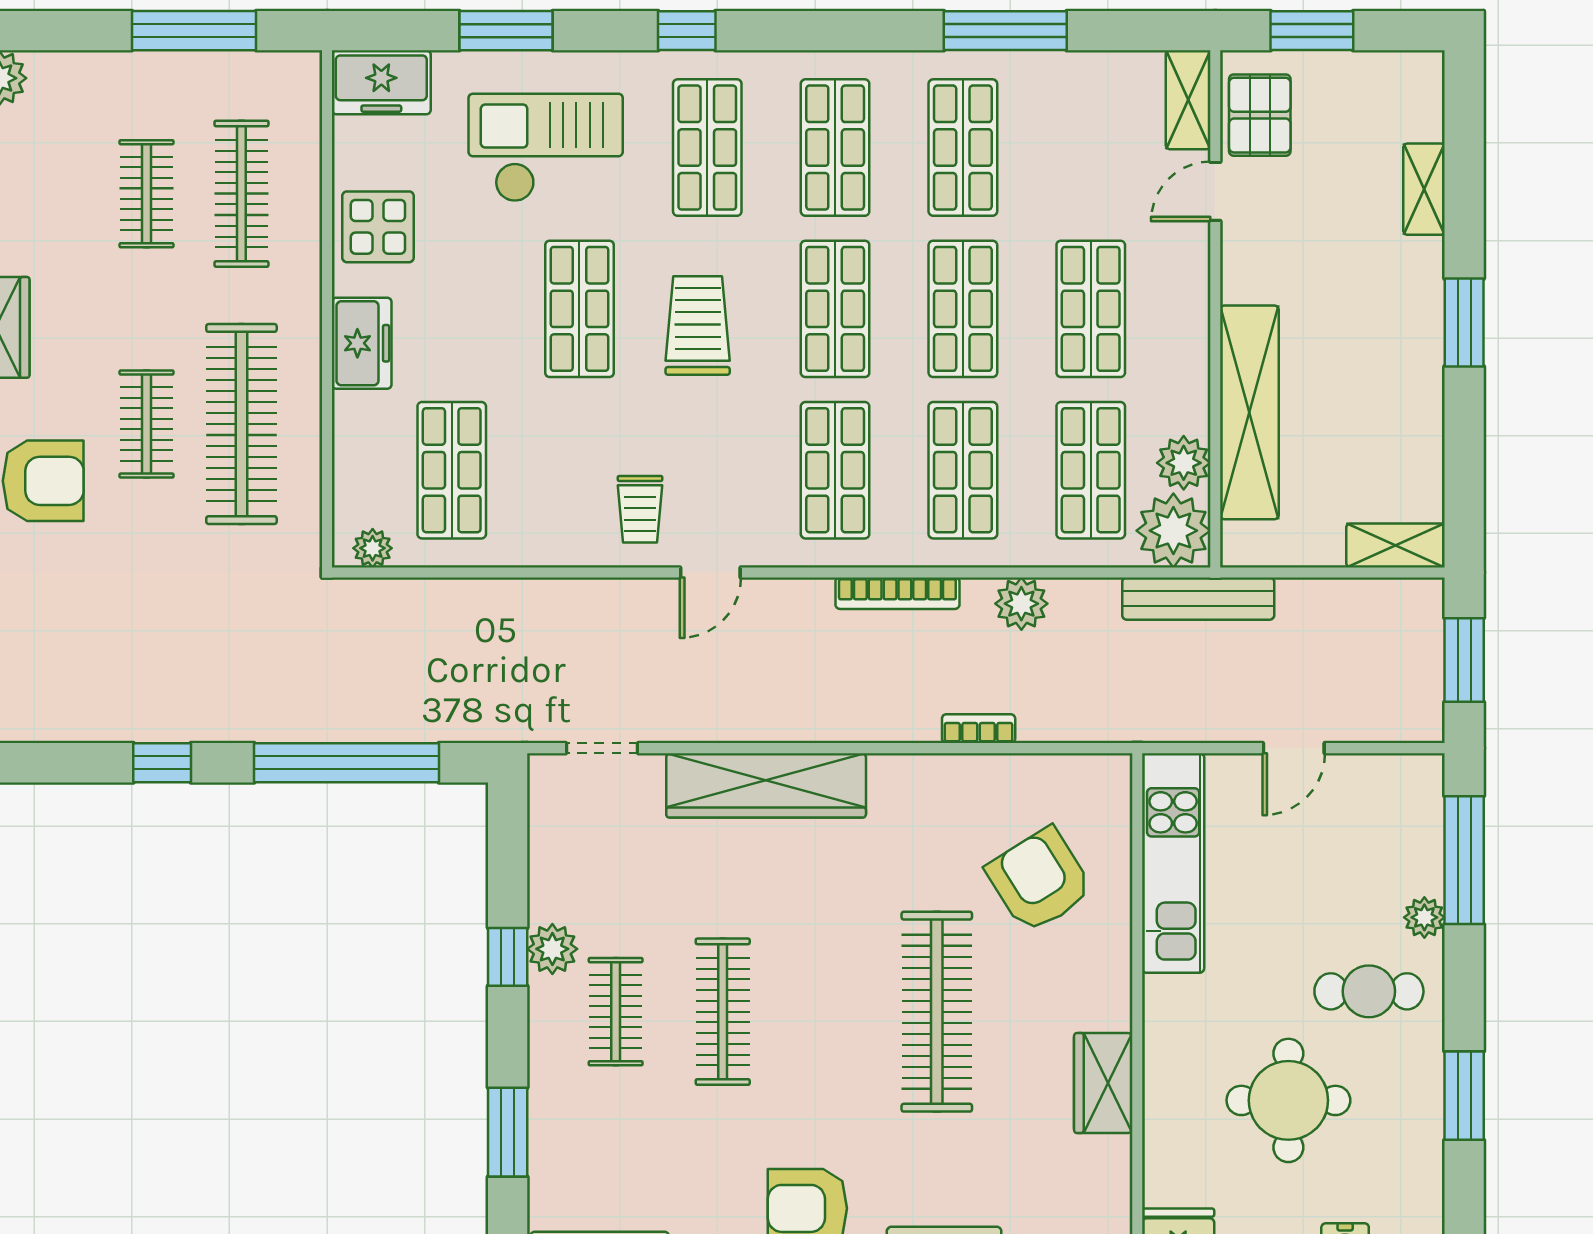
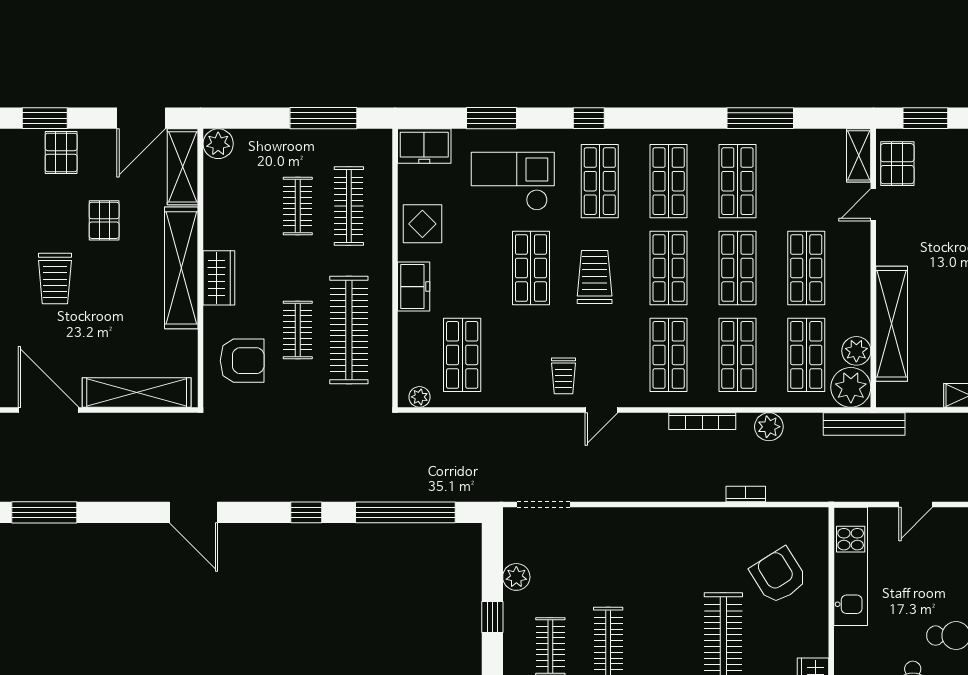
doorway: (602, 748) -> (543, 505), width x1.38
wardrobe: (766, 785) -> (631, 525), removed
plant: (552, 949) -> (516, 577), moved

